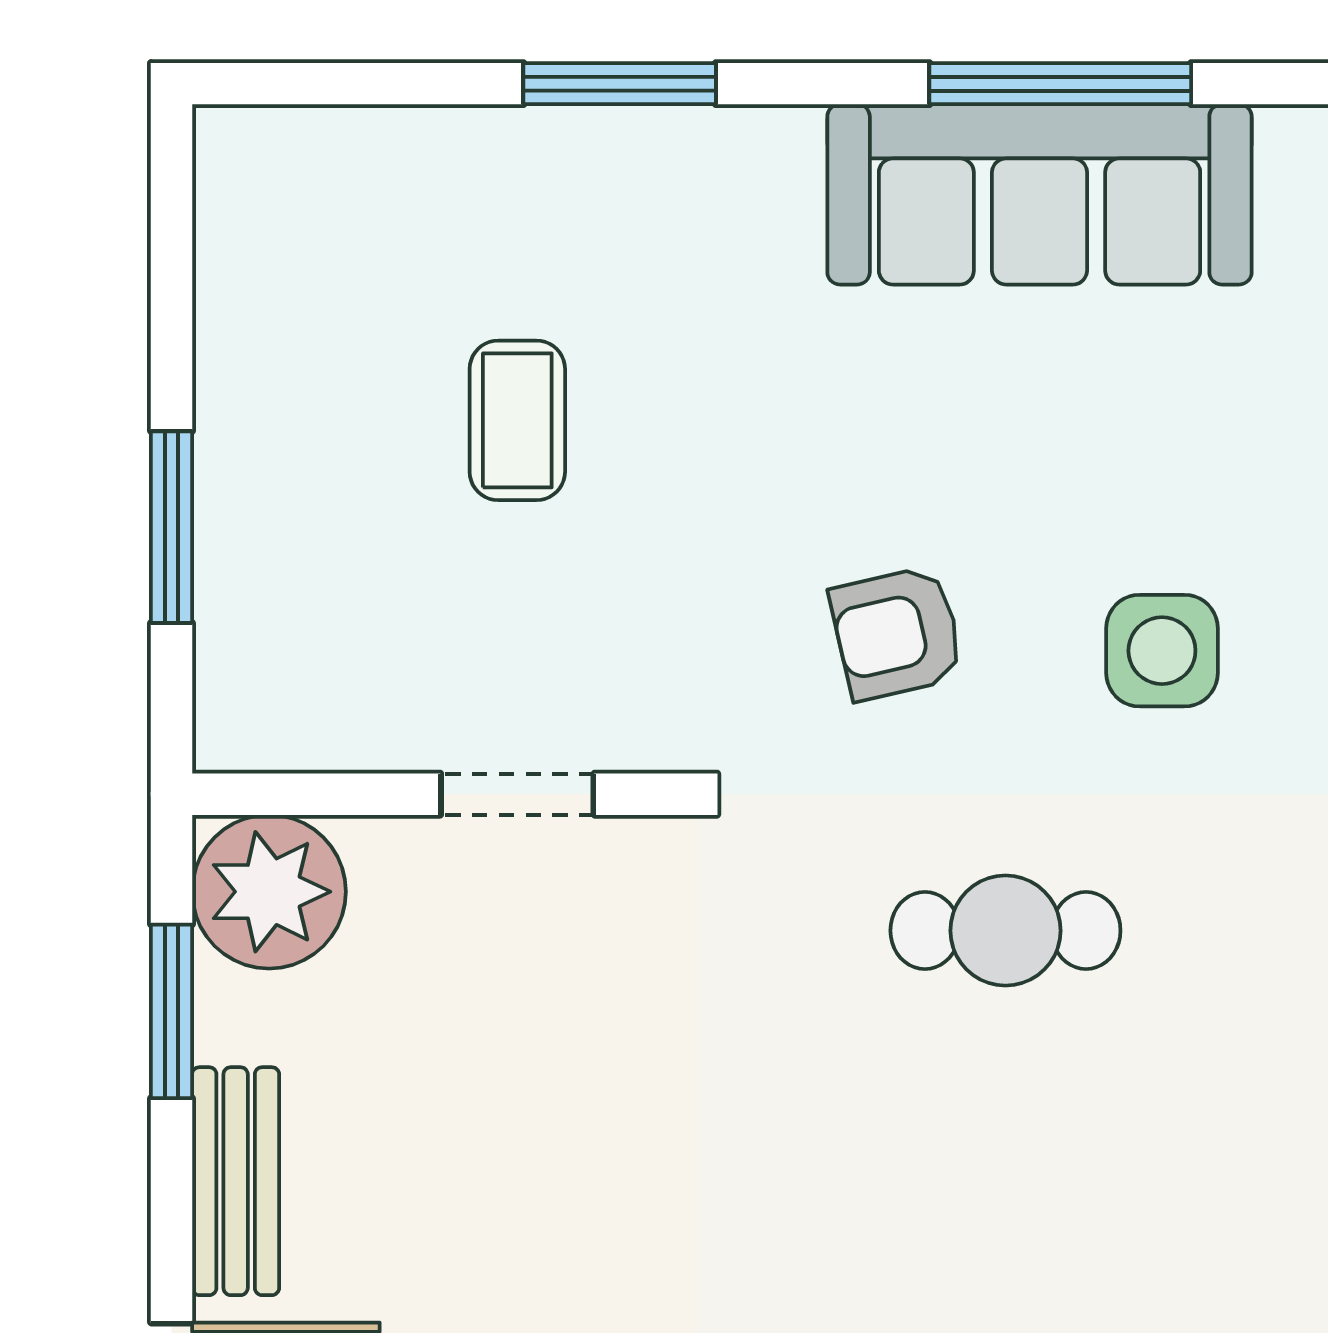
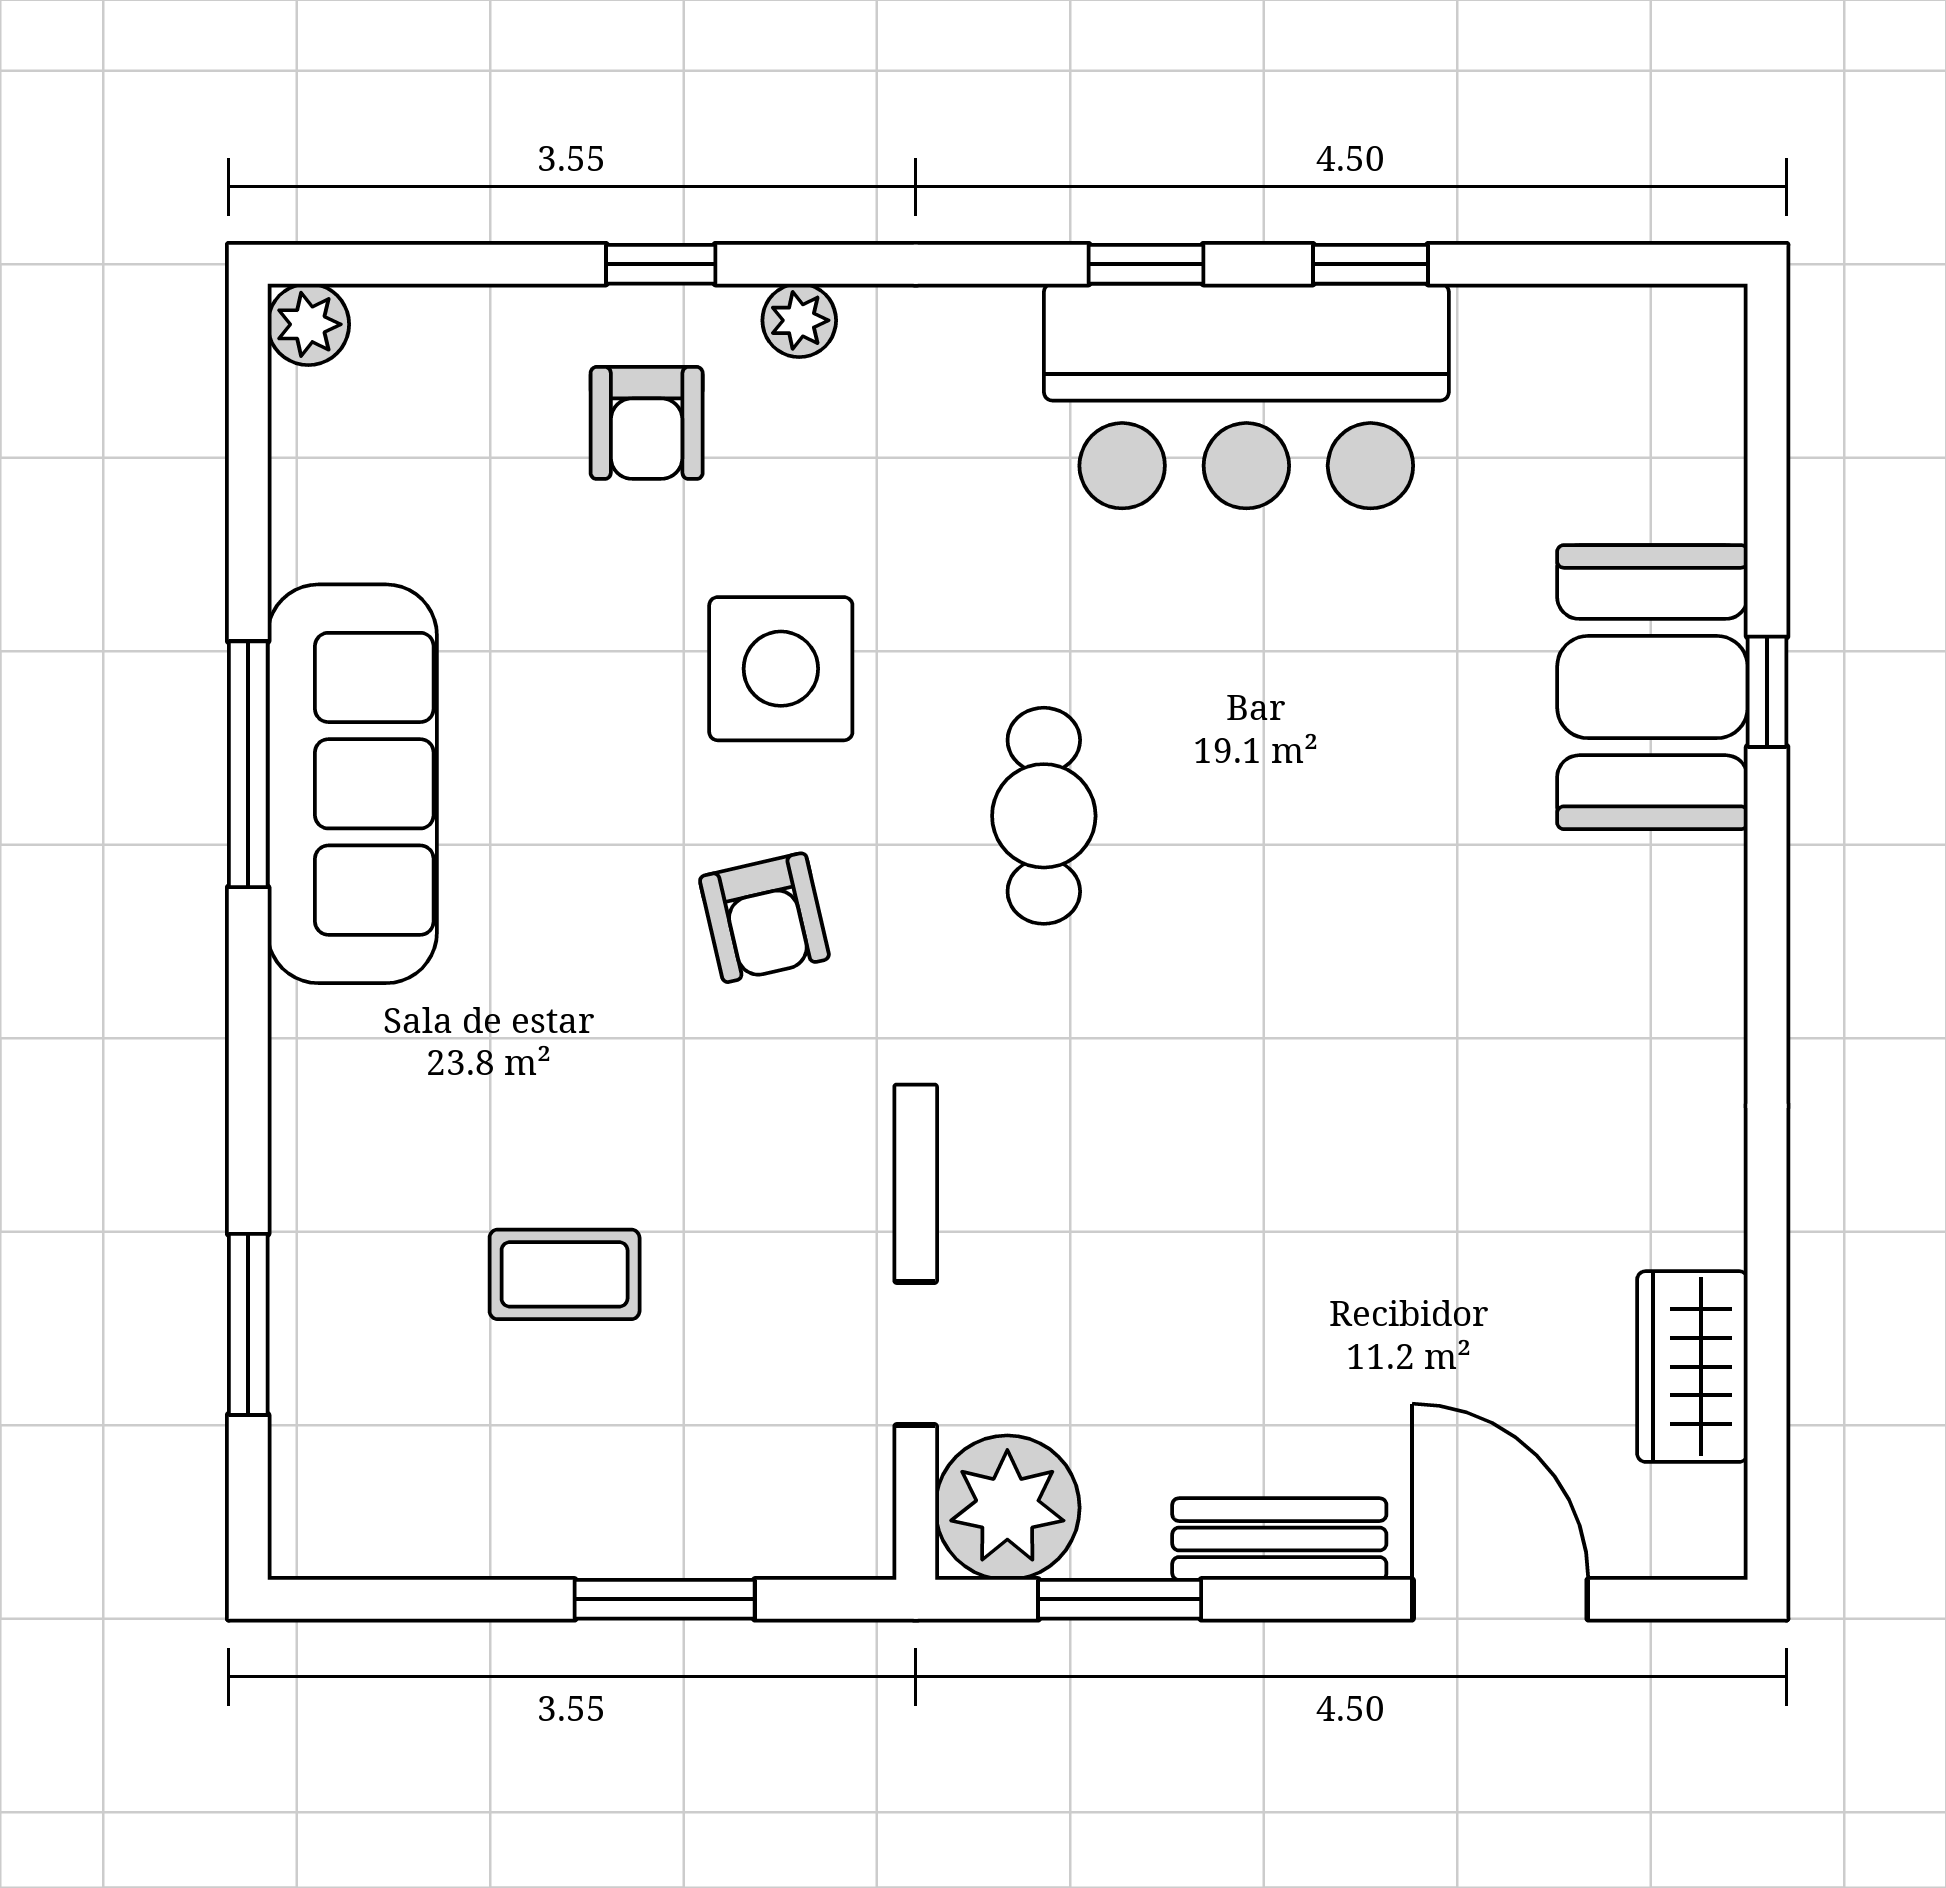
window: (620, 84) -> (248, 1324), moved
side table: (1162, 651) -> (781, 669), width x1.37, depth x1.37
doorway: (517, 794) -> (916, 1353), moved

